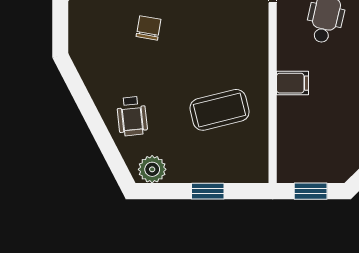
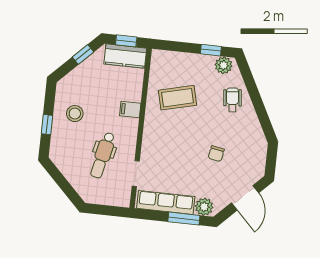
kitchen counter: (310, 167) -> (125, 56), added
window: (208, 191) -> (211, 50), moved

